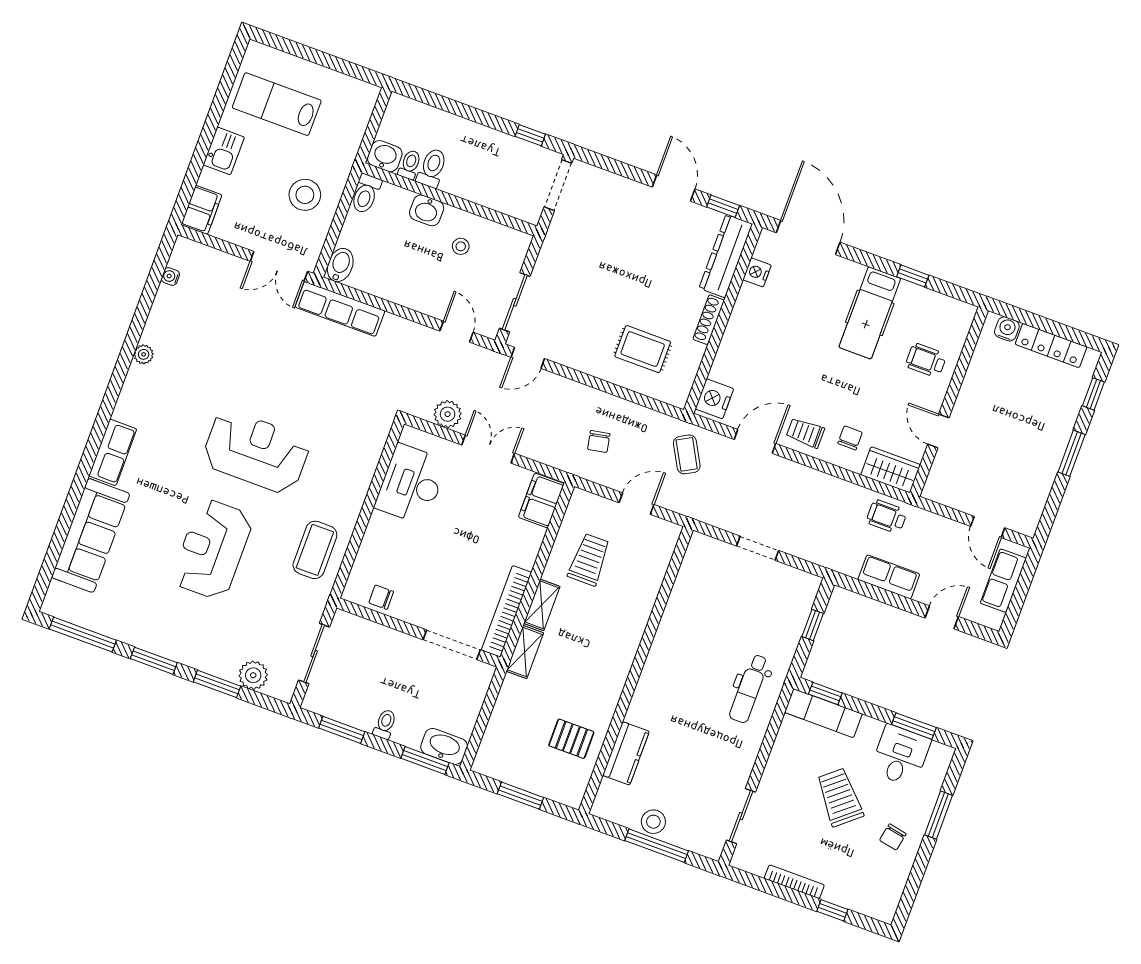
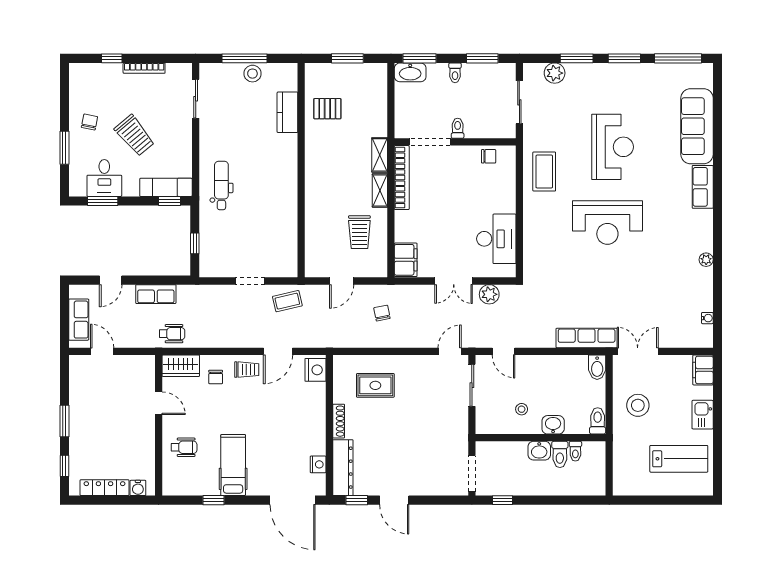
washbasin: (385, 156) -> (539, 451), moved
coffee table: (687, 454) -> (287, 301), moved, turned -74
toilet: (409, 649) -> (458, 128), added

